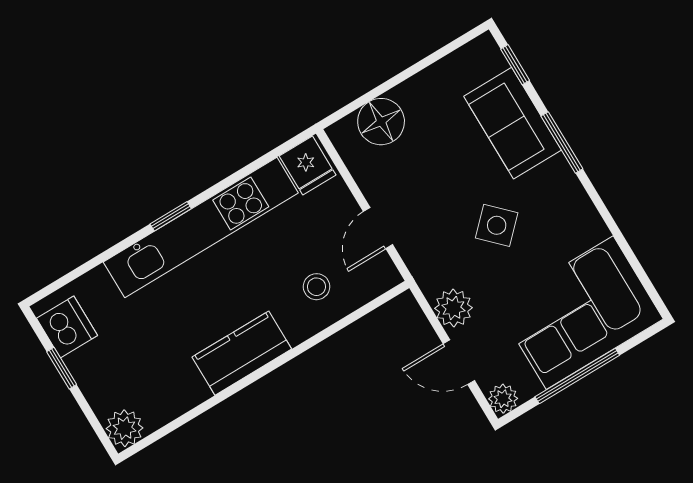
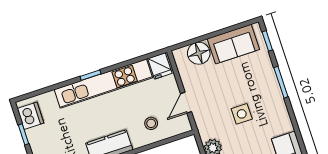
sofa: (513, 123) -> (233, 44), moved, turned -90
side table: (497, 225) -> (242, 114), turned 45

